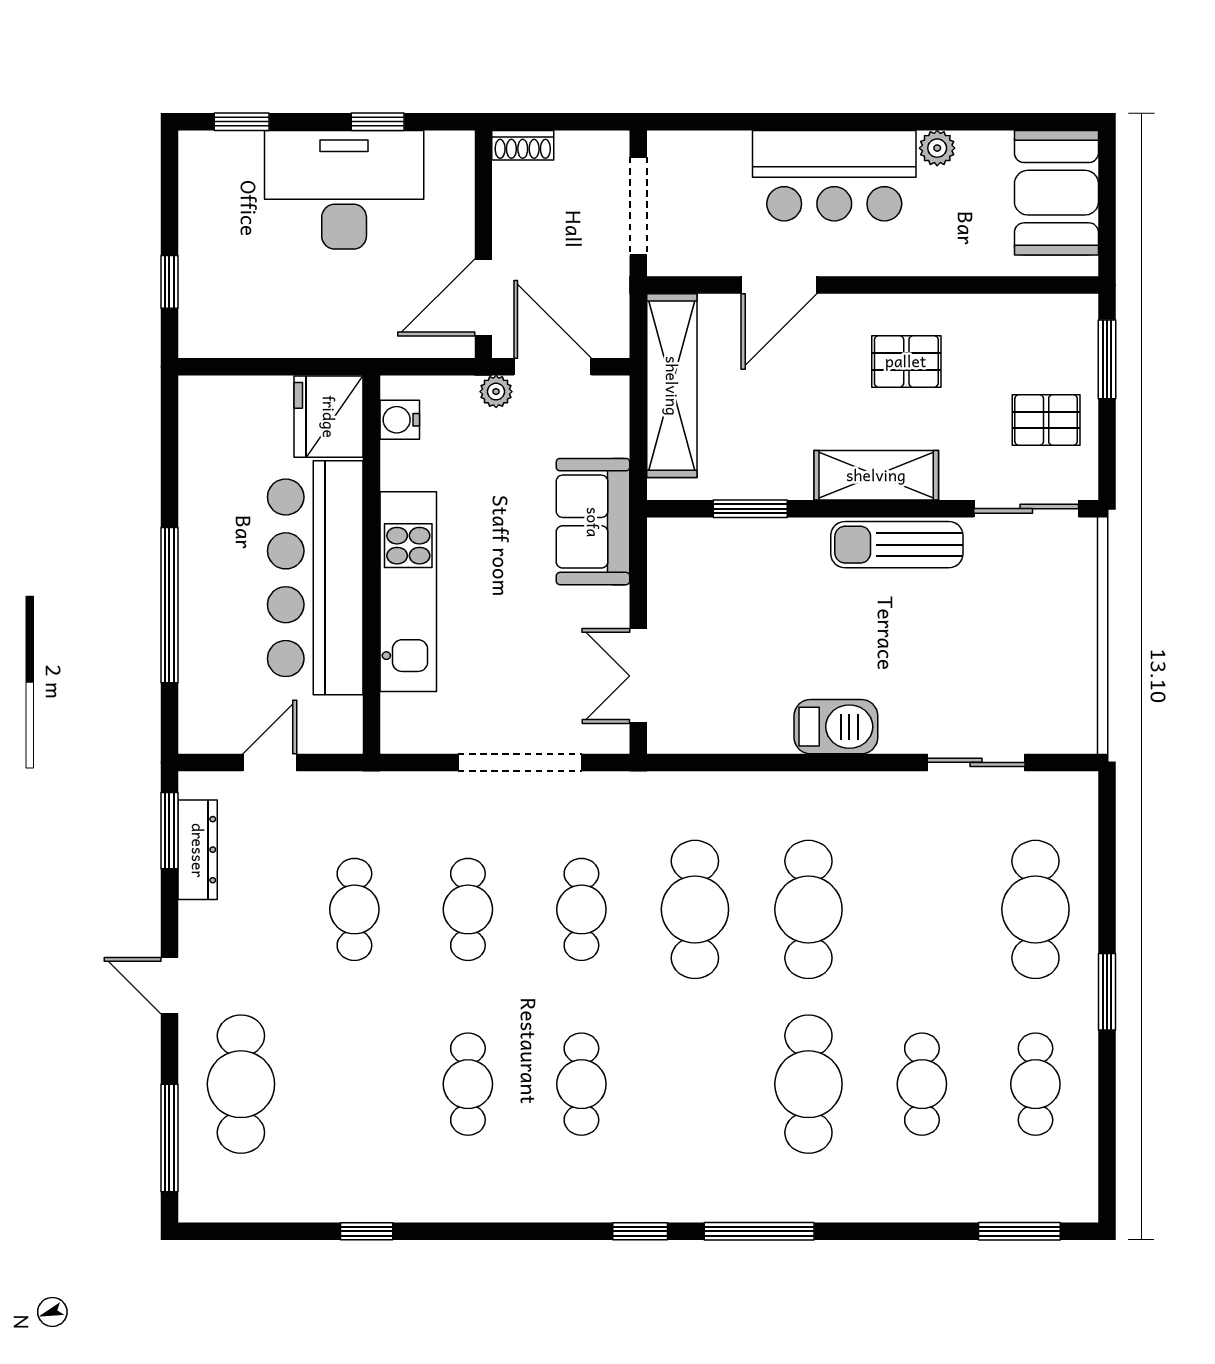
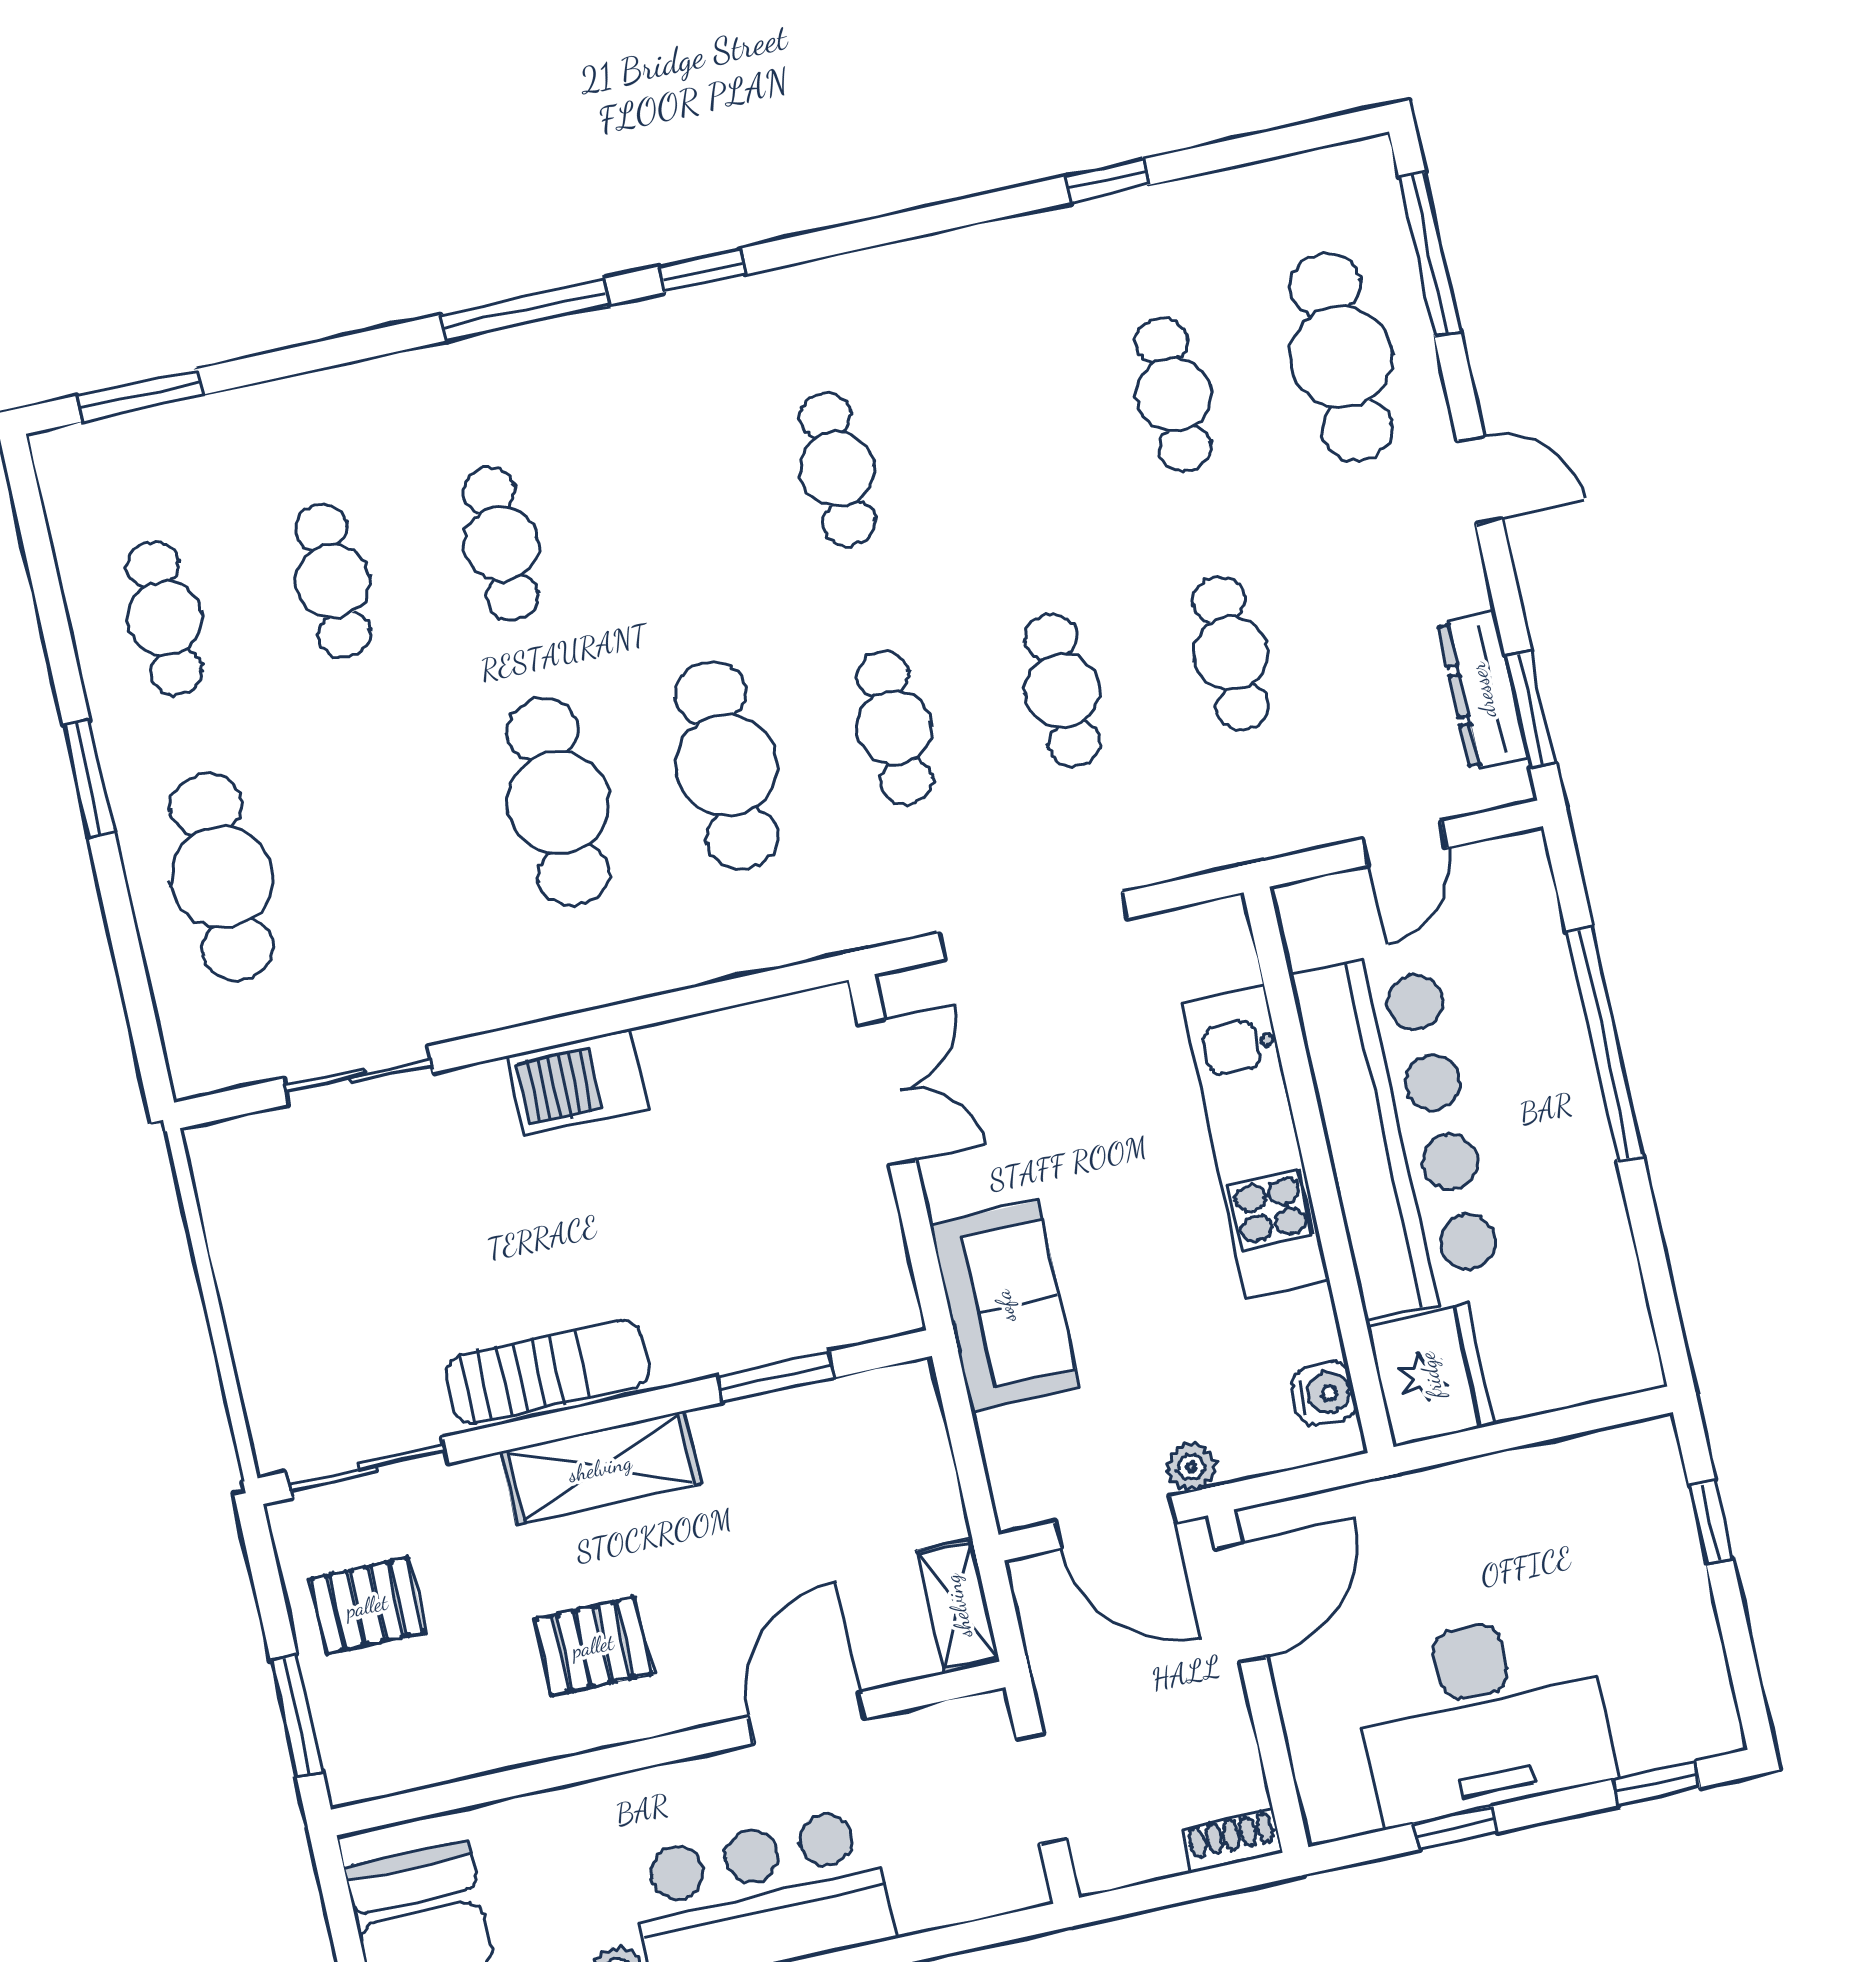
doorway: (638, 206) -> (1041, 1788), width x0.73
shelving: (672, 386) -> (958, 1606), width x0.45, depth x0.75
cafe table: (468, 1084) -> (1173, 395), moved
cafe table: (808, 1084) -> (501, 544), width x0.73, depth x0.74

